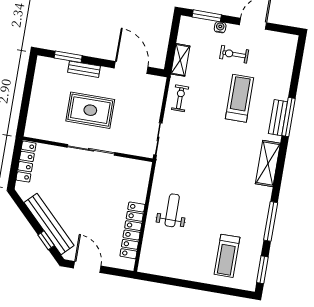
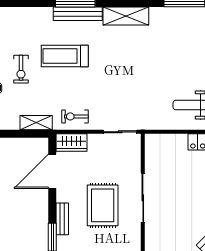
wardrobe: (156, 91) -> (71, 142), added
bench: (278, 118) -> (78, 14), width x1.36

